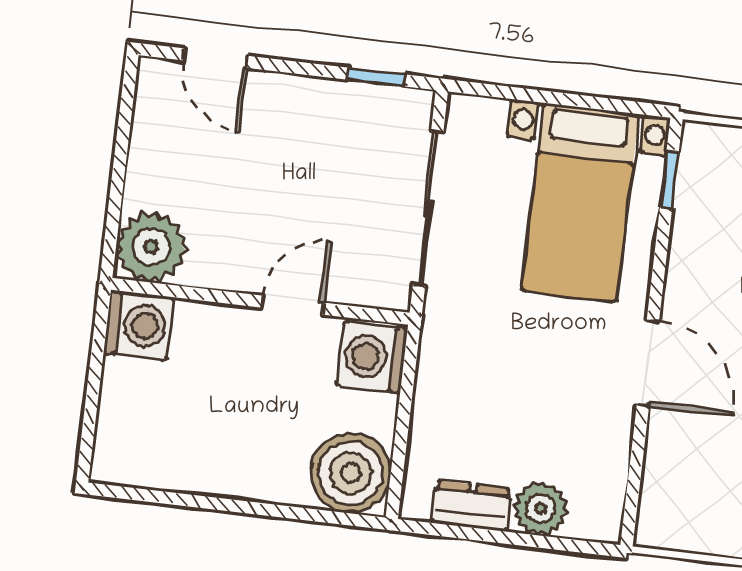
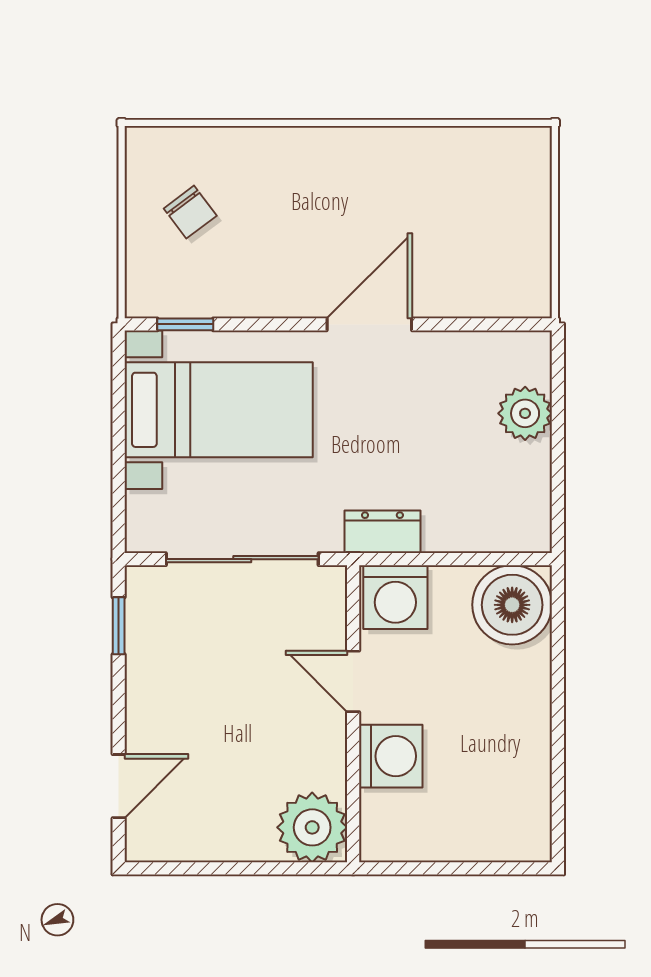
washing machine: (139, 325) -> (391, 756), moved, turned 90
dresser: (471, 506) -> (382, 532), moved, turned 90

